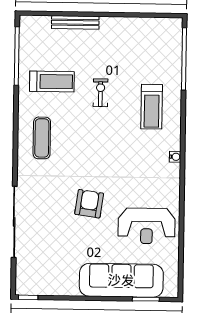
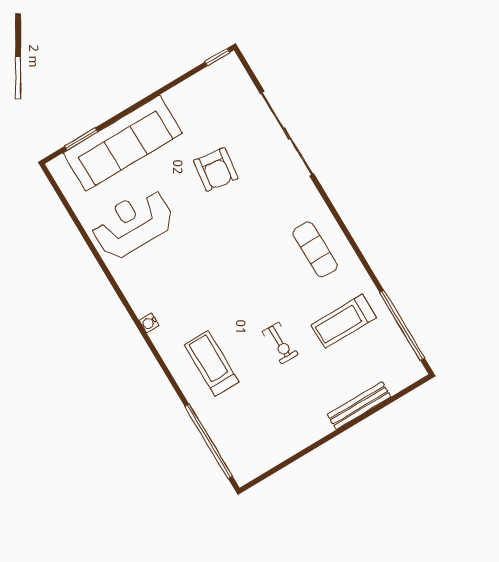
armchair: (89, 204) -> (216, 169), moved

